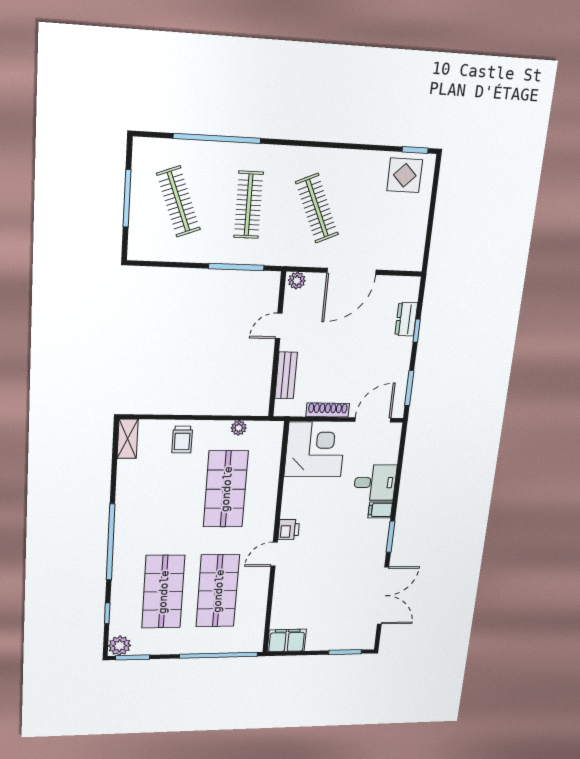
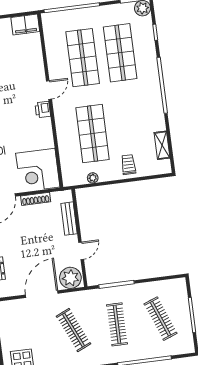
plant: (297, 281) -> (70, 278), width x1.87, depth x1.87
shelving: (128, 439) -> (162, 145), moved

